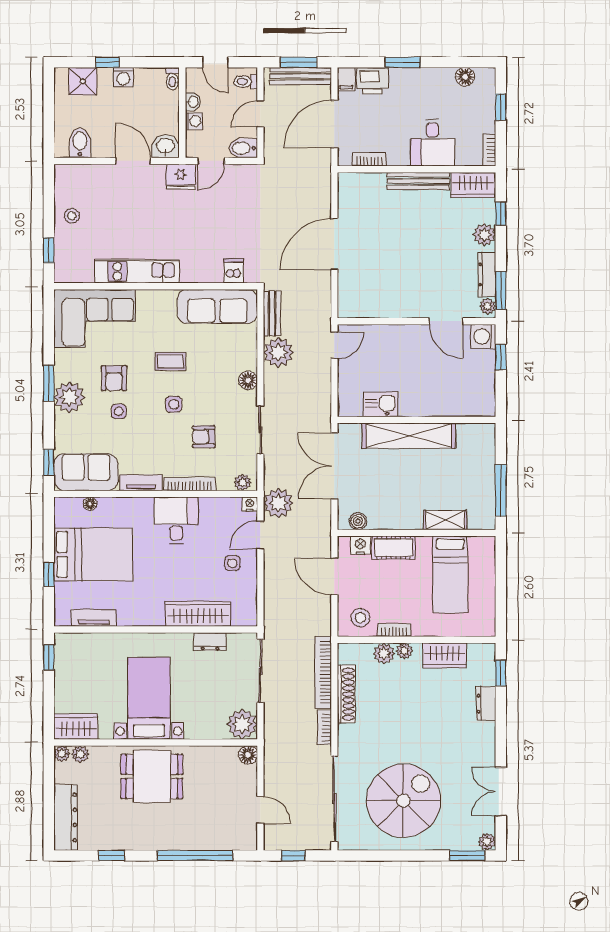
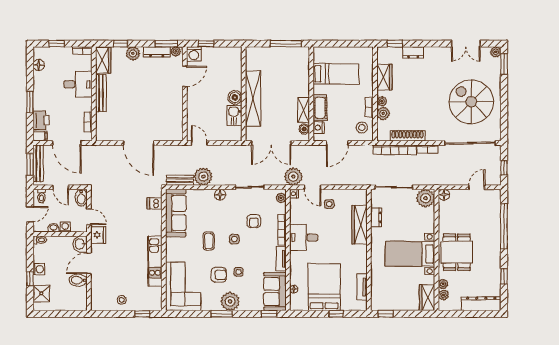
bidet: (80, 143) -> (78, 280), moved
boiler: (411, 405) -> (235, 97), added
shelving: (445, 520) -> (304, 110), moved
plant: (62, 754) -> (443, 284), moved

